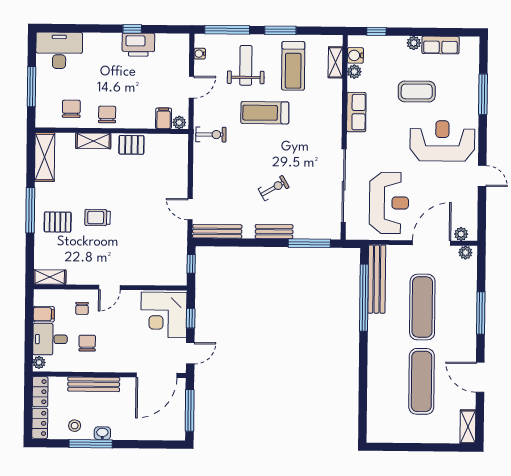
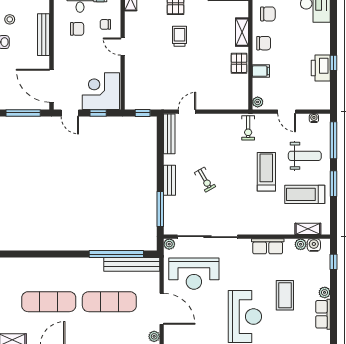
filing cabinet: (164, 118) -> (261, 71), moved
plant: (461, 234) -> (169, 244), moved

